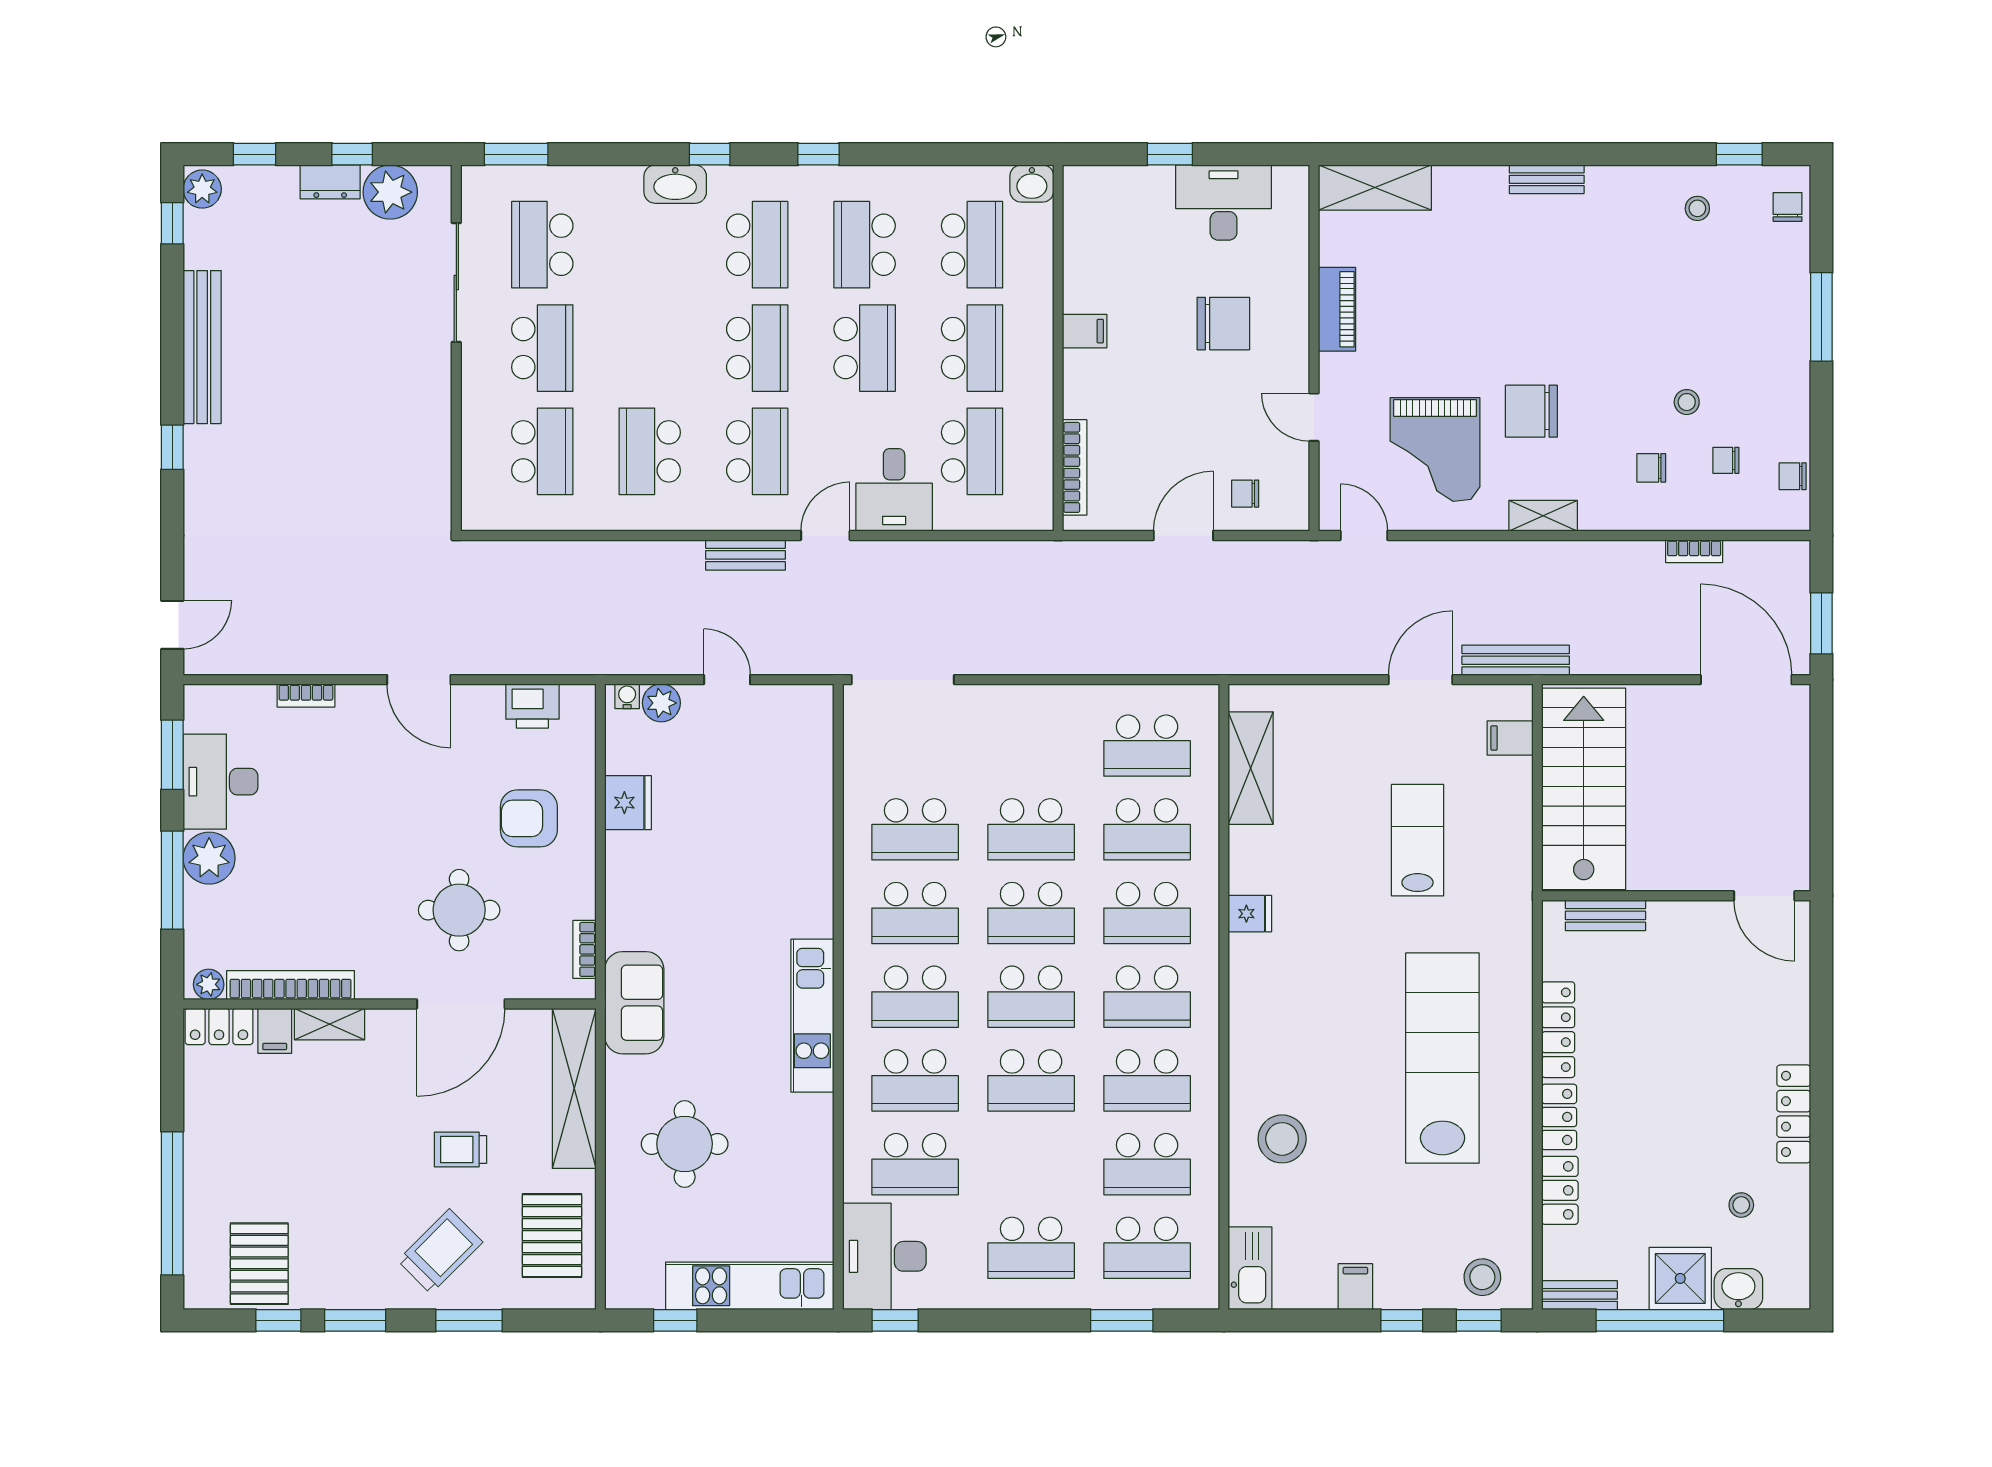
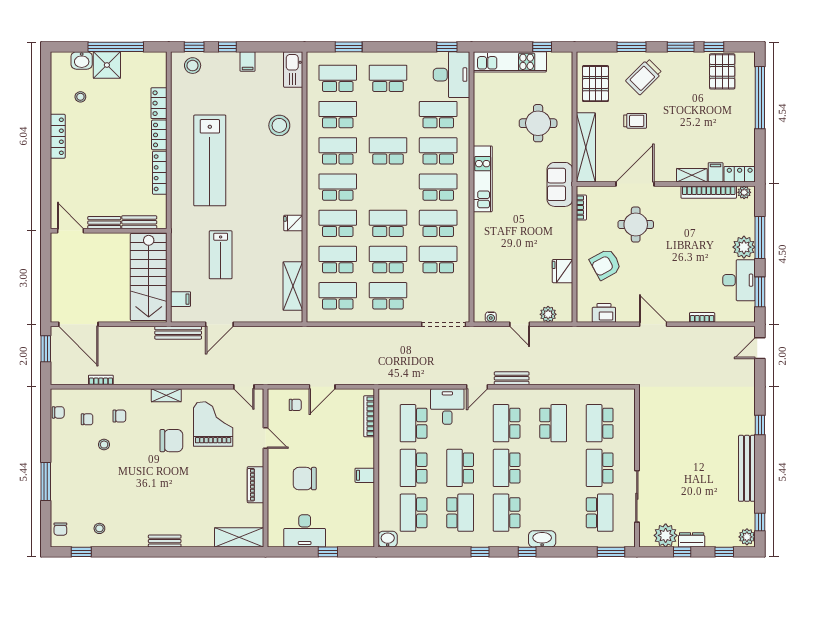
water cooler: (627, 696) -> (491, 317), moved
armchair: (529, 818) -> (605, 264), turned 151
school desk: (1031, 997) -> (388, 296), moved
bench: (1580, 1295) -> (104, 223), moved

